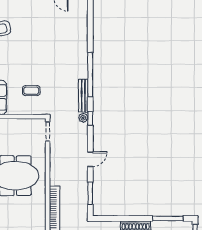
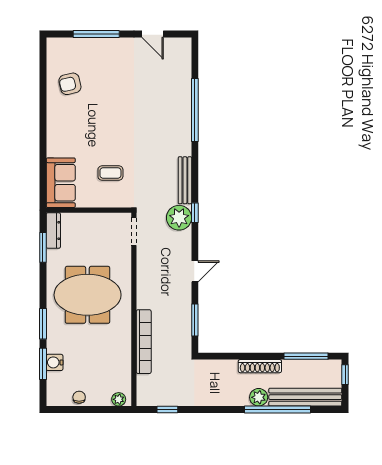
window: (90, 75) -> (195, 110), moved
plant: (83, 118) -> (179, 218), width x1.88, depth x1.88

